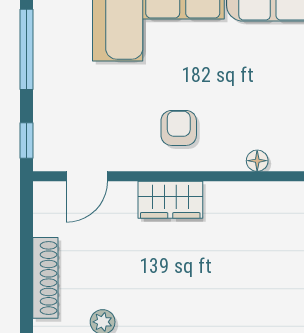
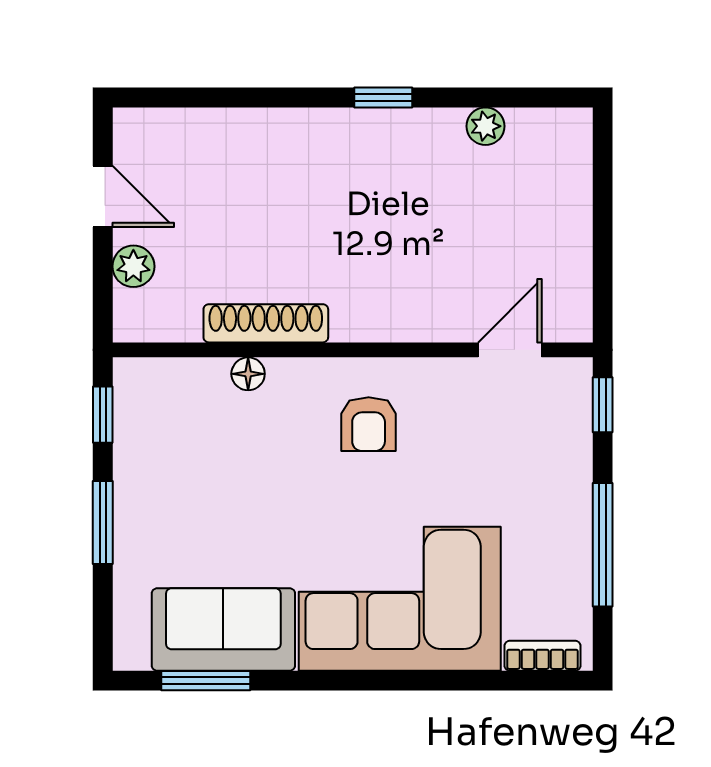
wardrobe: (170, 200) -> (382, 314), removed
shoe rack: (45, 278) -> (266, 323), moved, turned 90

